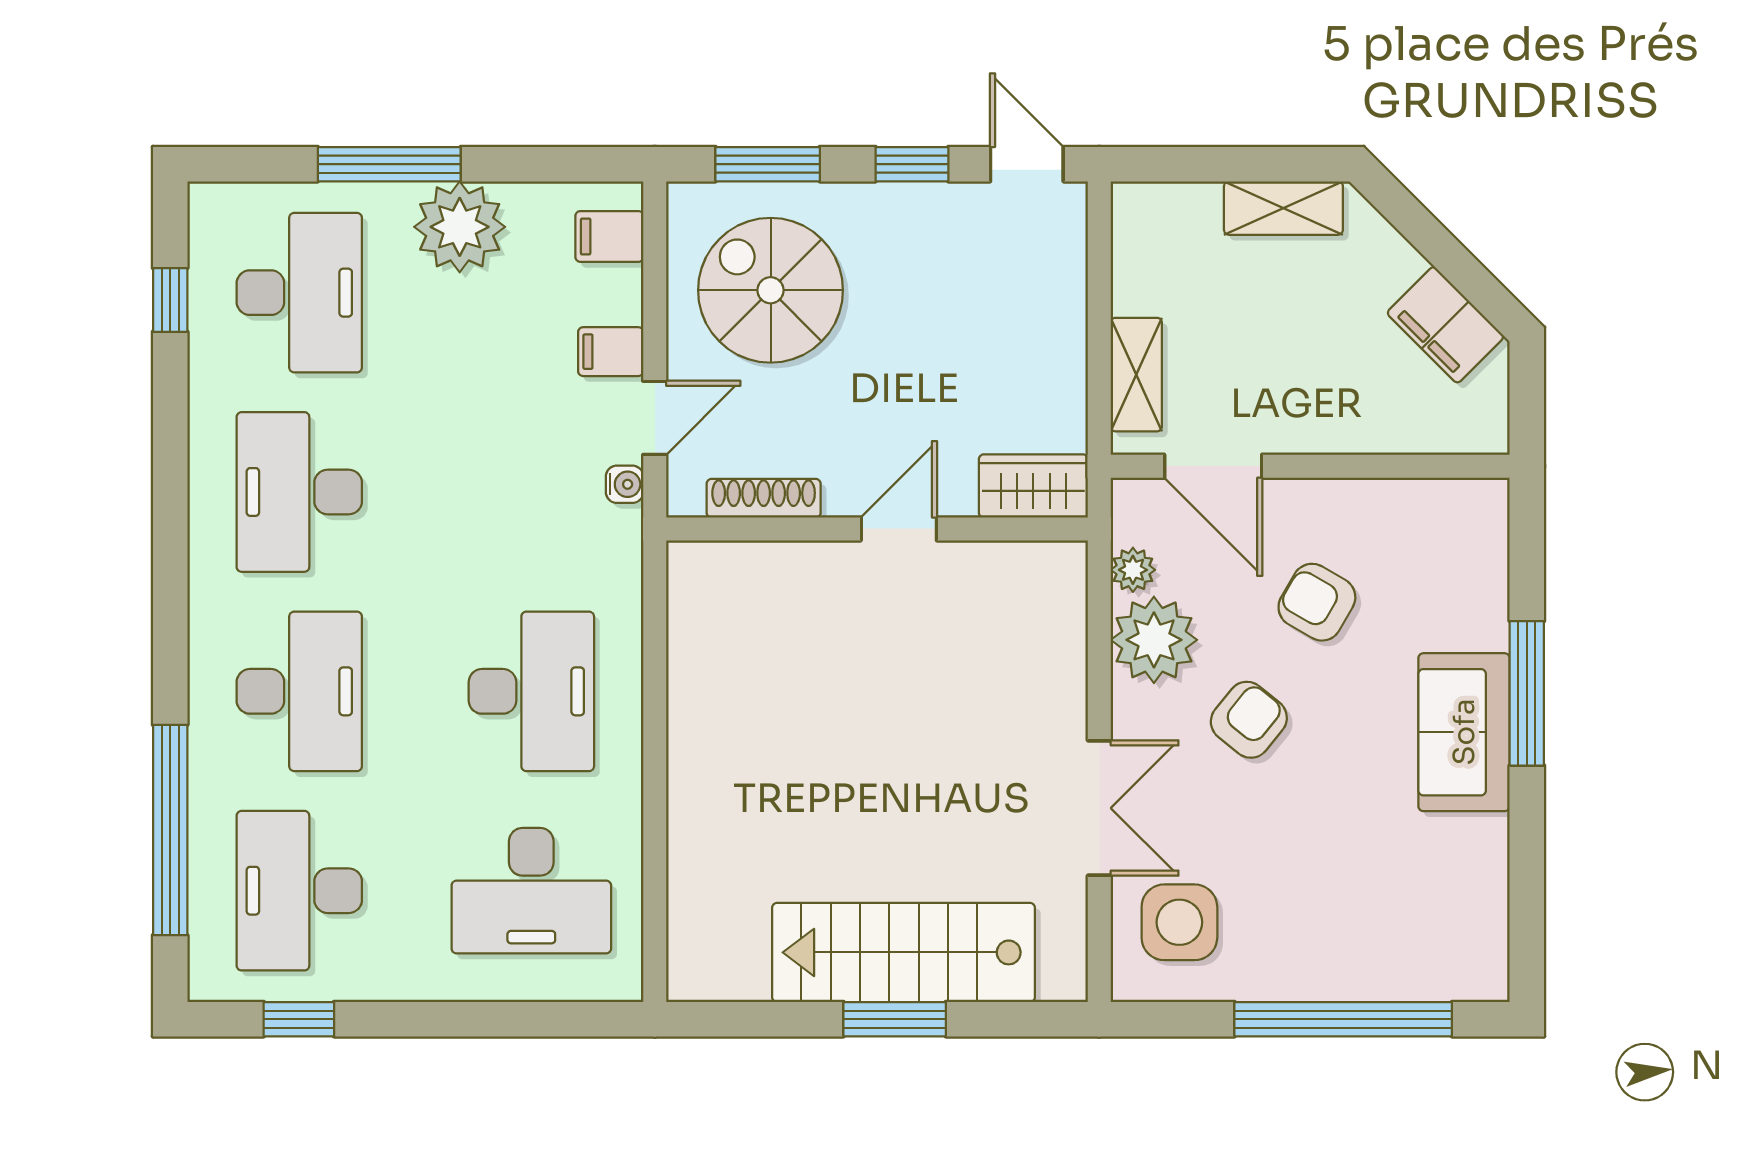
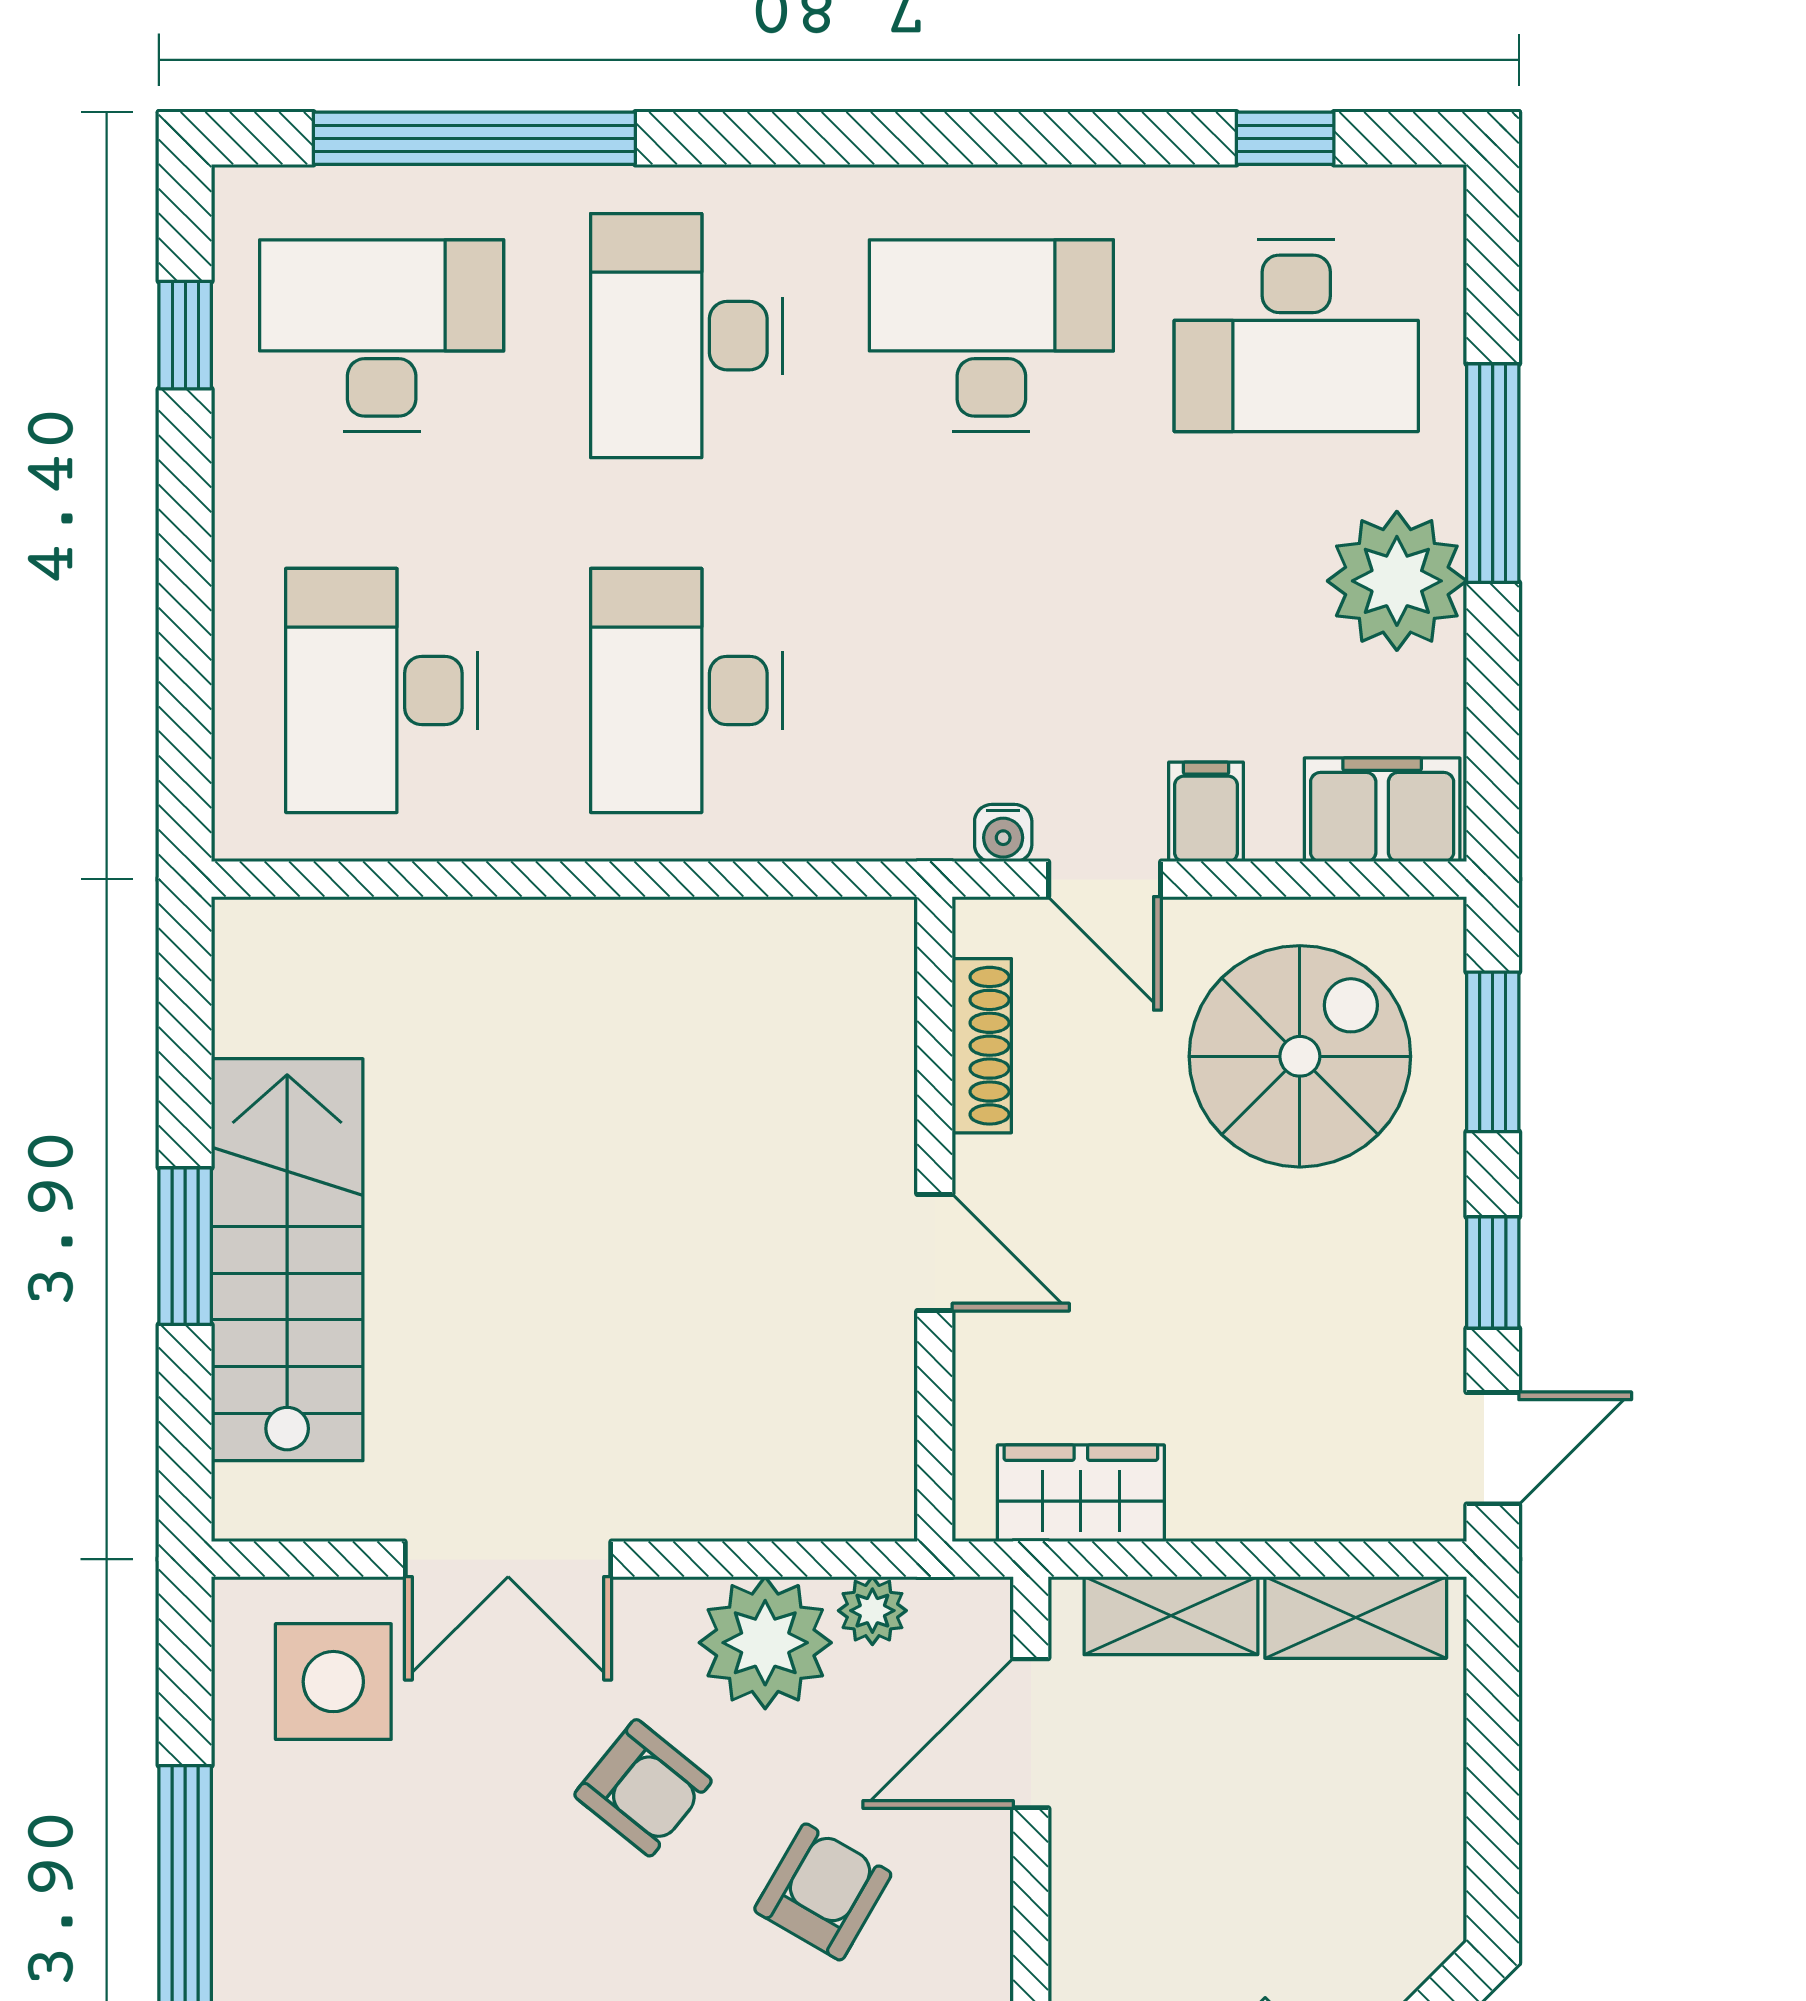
shelving: (1283, 208) -> (1356, 1617), moved, turned 90
filing cabinet: (609, 236) -> (1382, 810), width x2.00
wardrobe: (1033, 486) -> (1081, 1493), moved, turned -90
desk: (299, 691) -> (686, 336), turned 90
desk: (531, 691) -> (686, 690), turned 90

